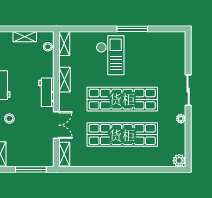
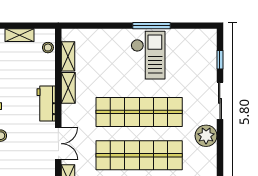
shelving: (64, 43) -> (68, 56), moved
checkout: (110, 55) -> (148, 55), moved
window: (188, 57) -> (220, 60), added
plant: (181, 119) -> (206, 136), width x1.88, depth x1.88

